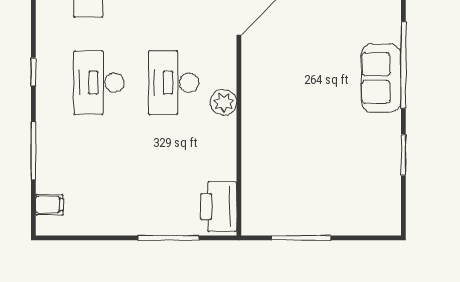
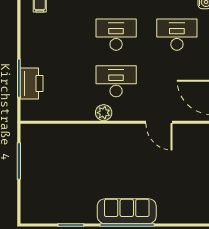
sofa: (381, 78) -> (127, 211), width x1.36
printer: (219, 207) -> (32, 83), moved, turned 90

